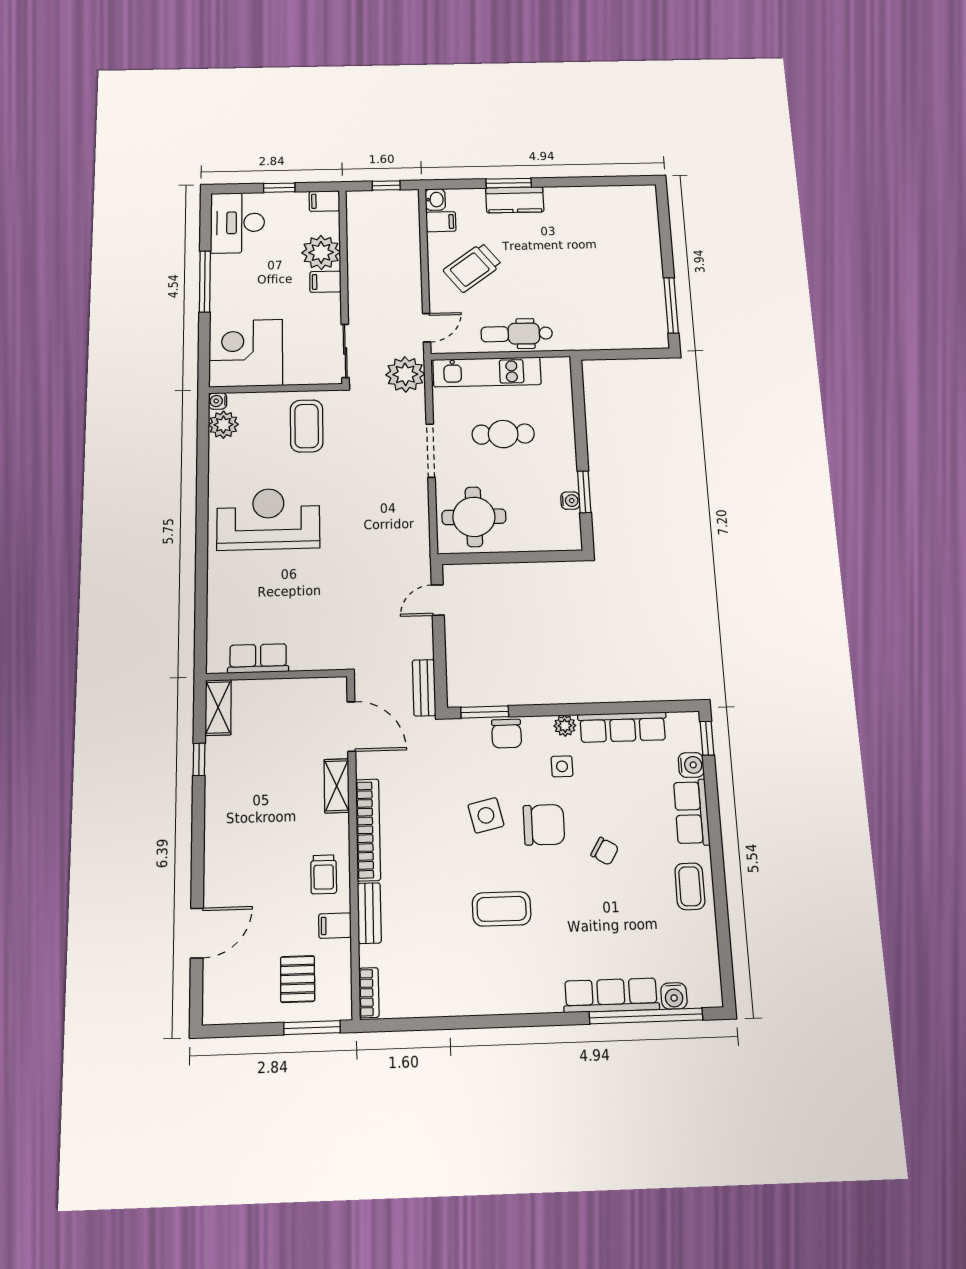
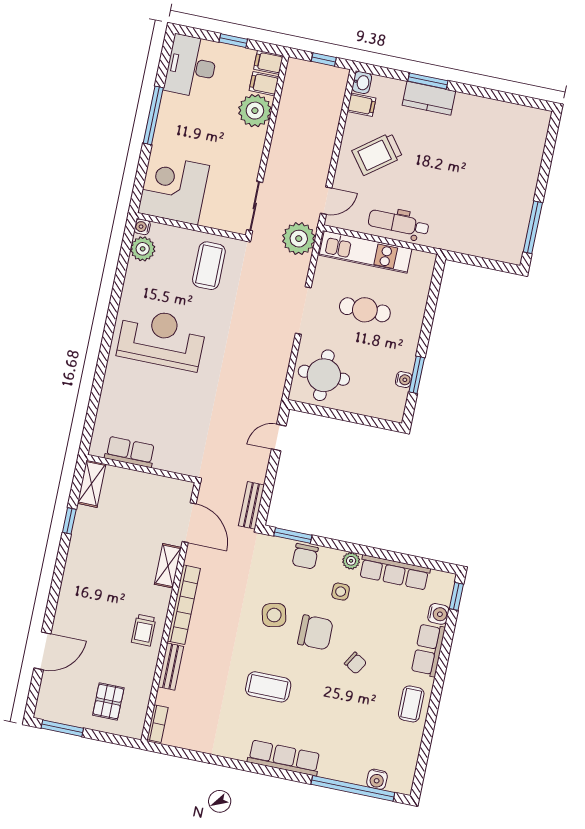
filing cabinet: (325, 282) -> (264, 84), moved
filing cabinet: (335, 926) -> (144, 670), removed
row of seats: (611, 995) -> (284, 758), moved
window: (312, 1028) -> (62, 728), moved

